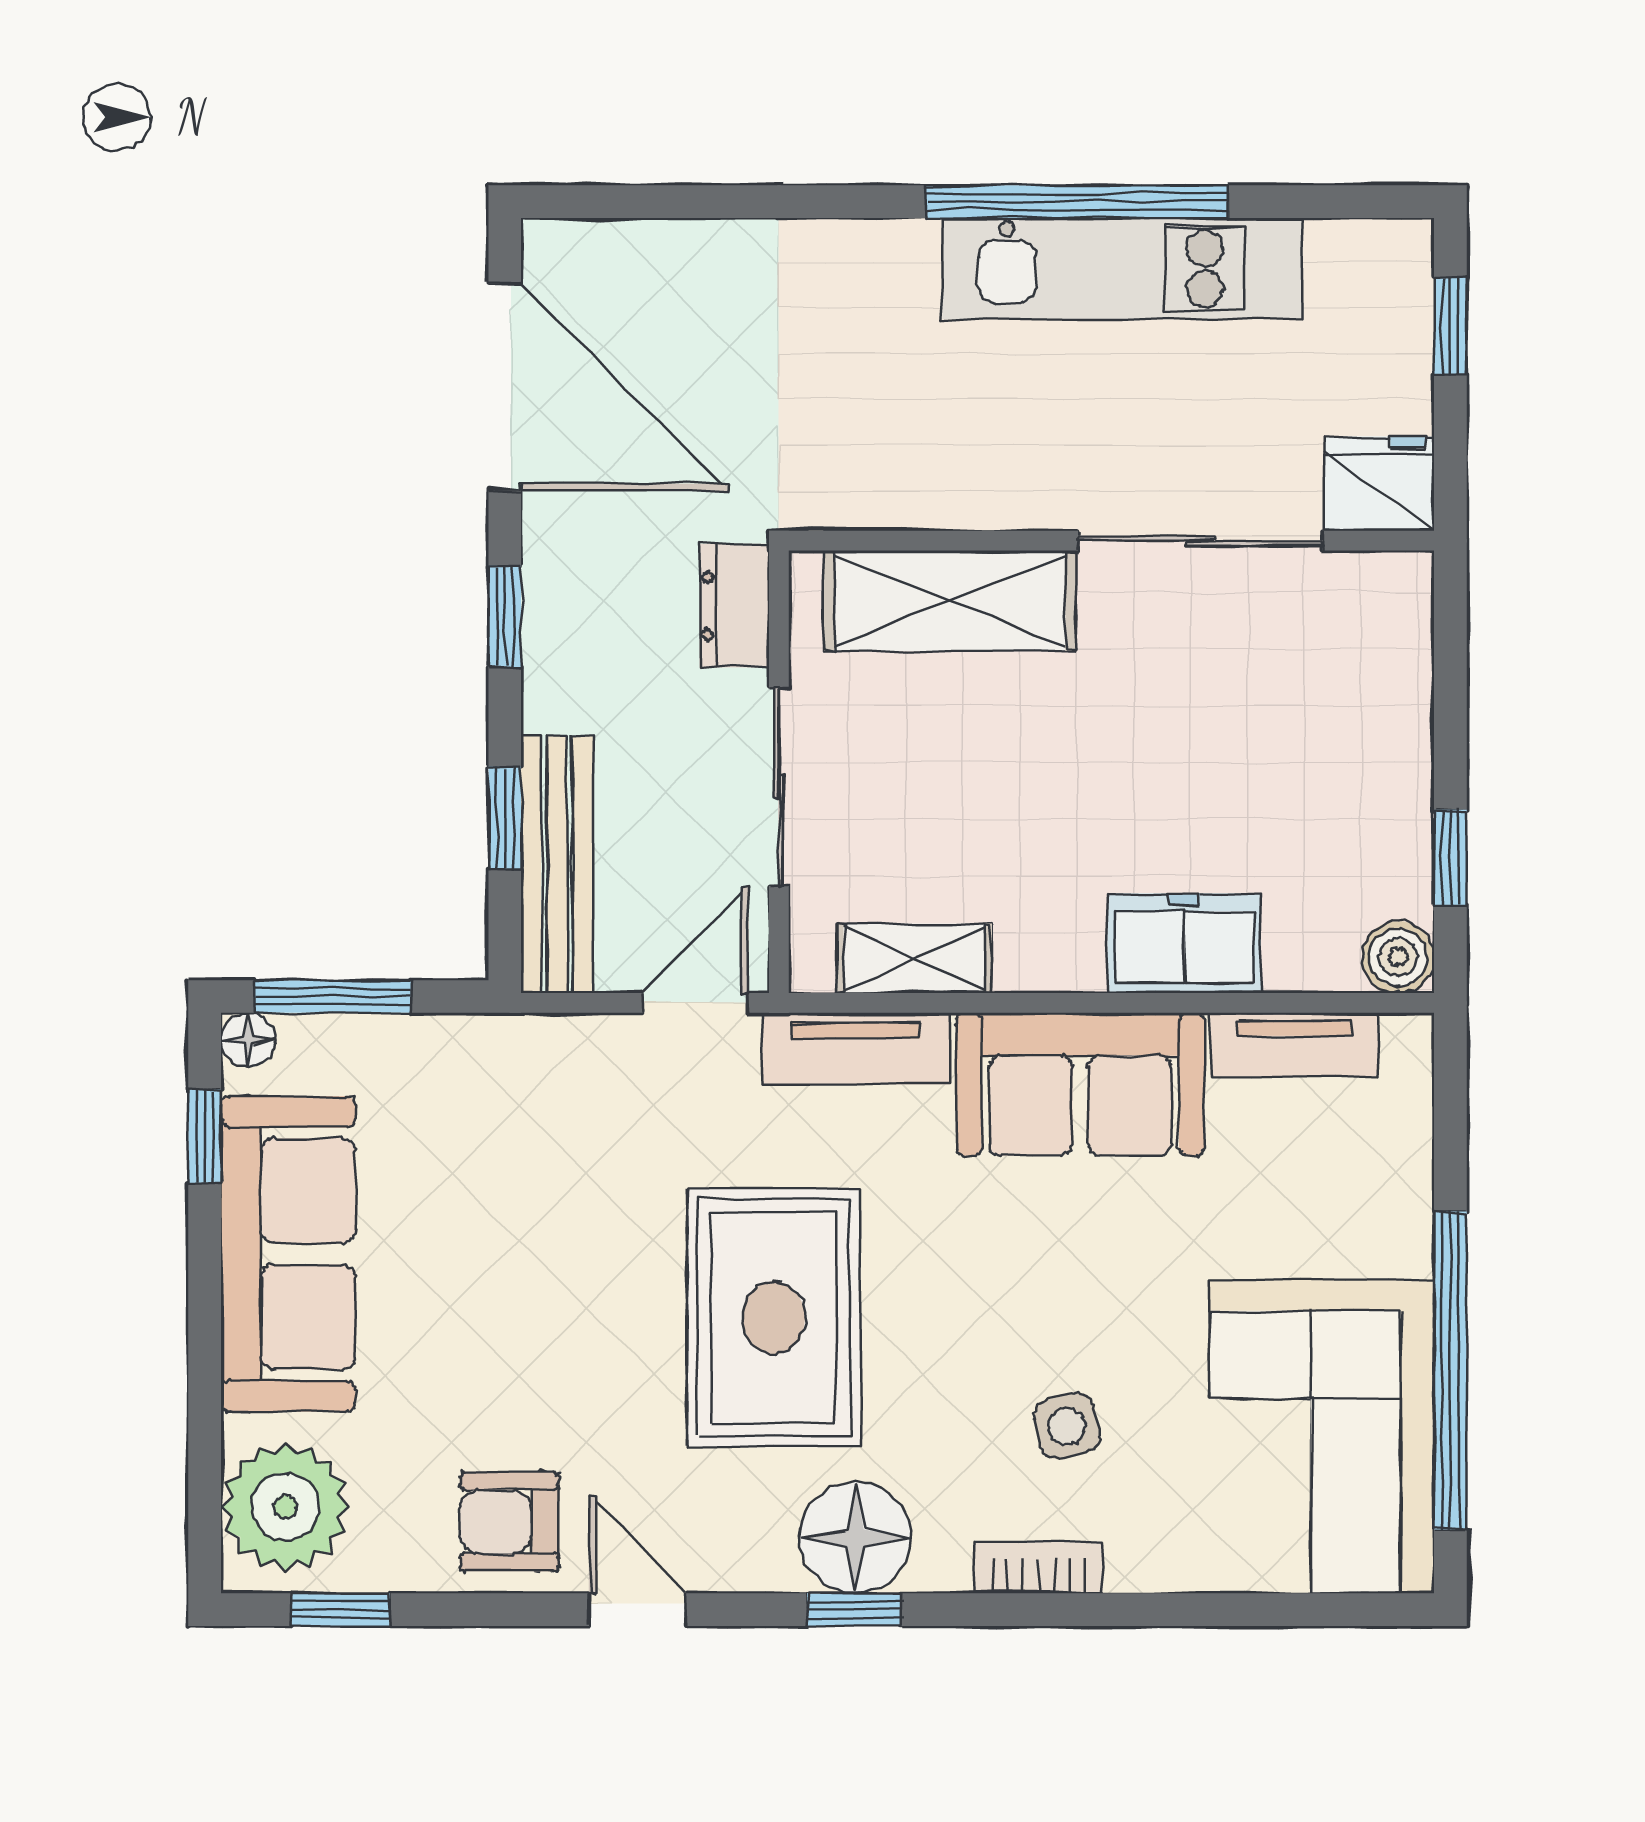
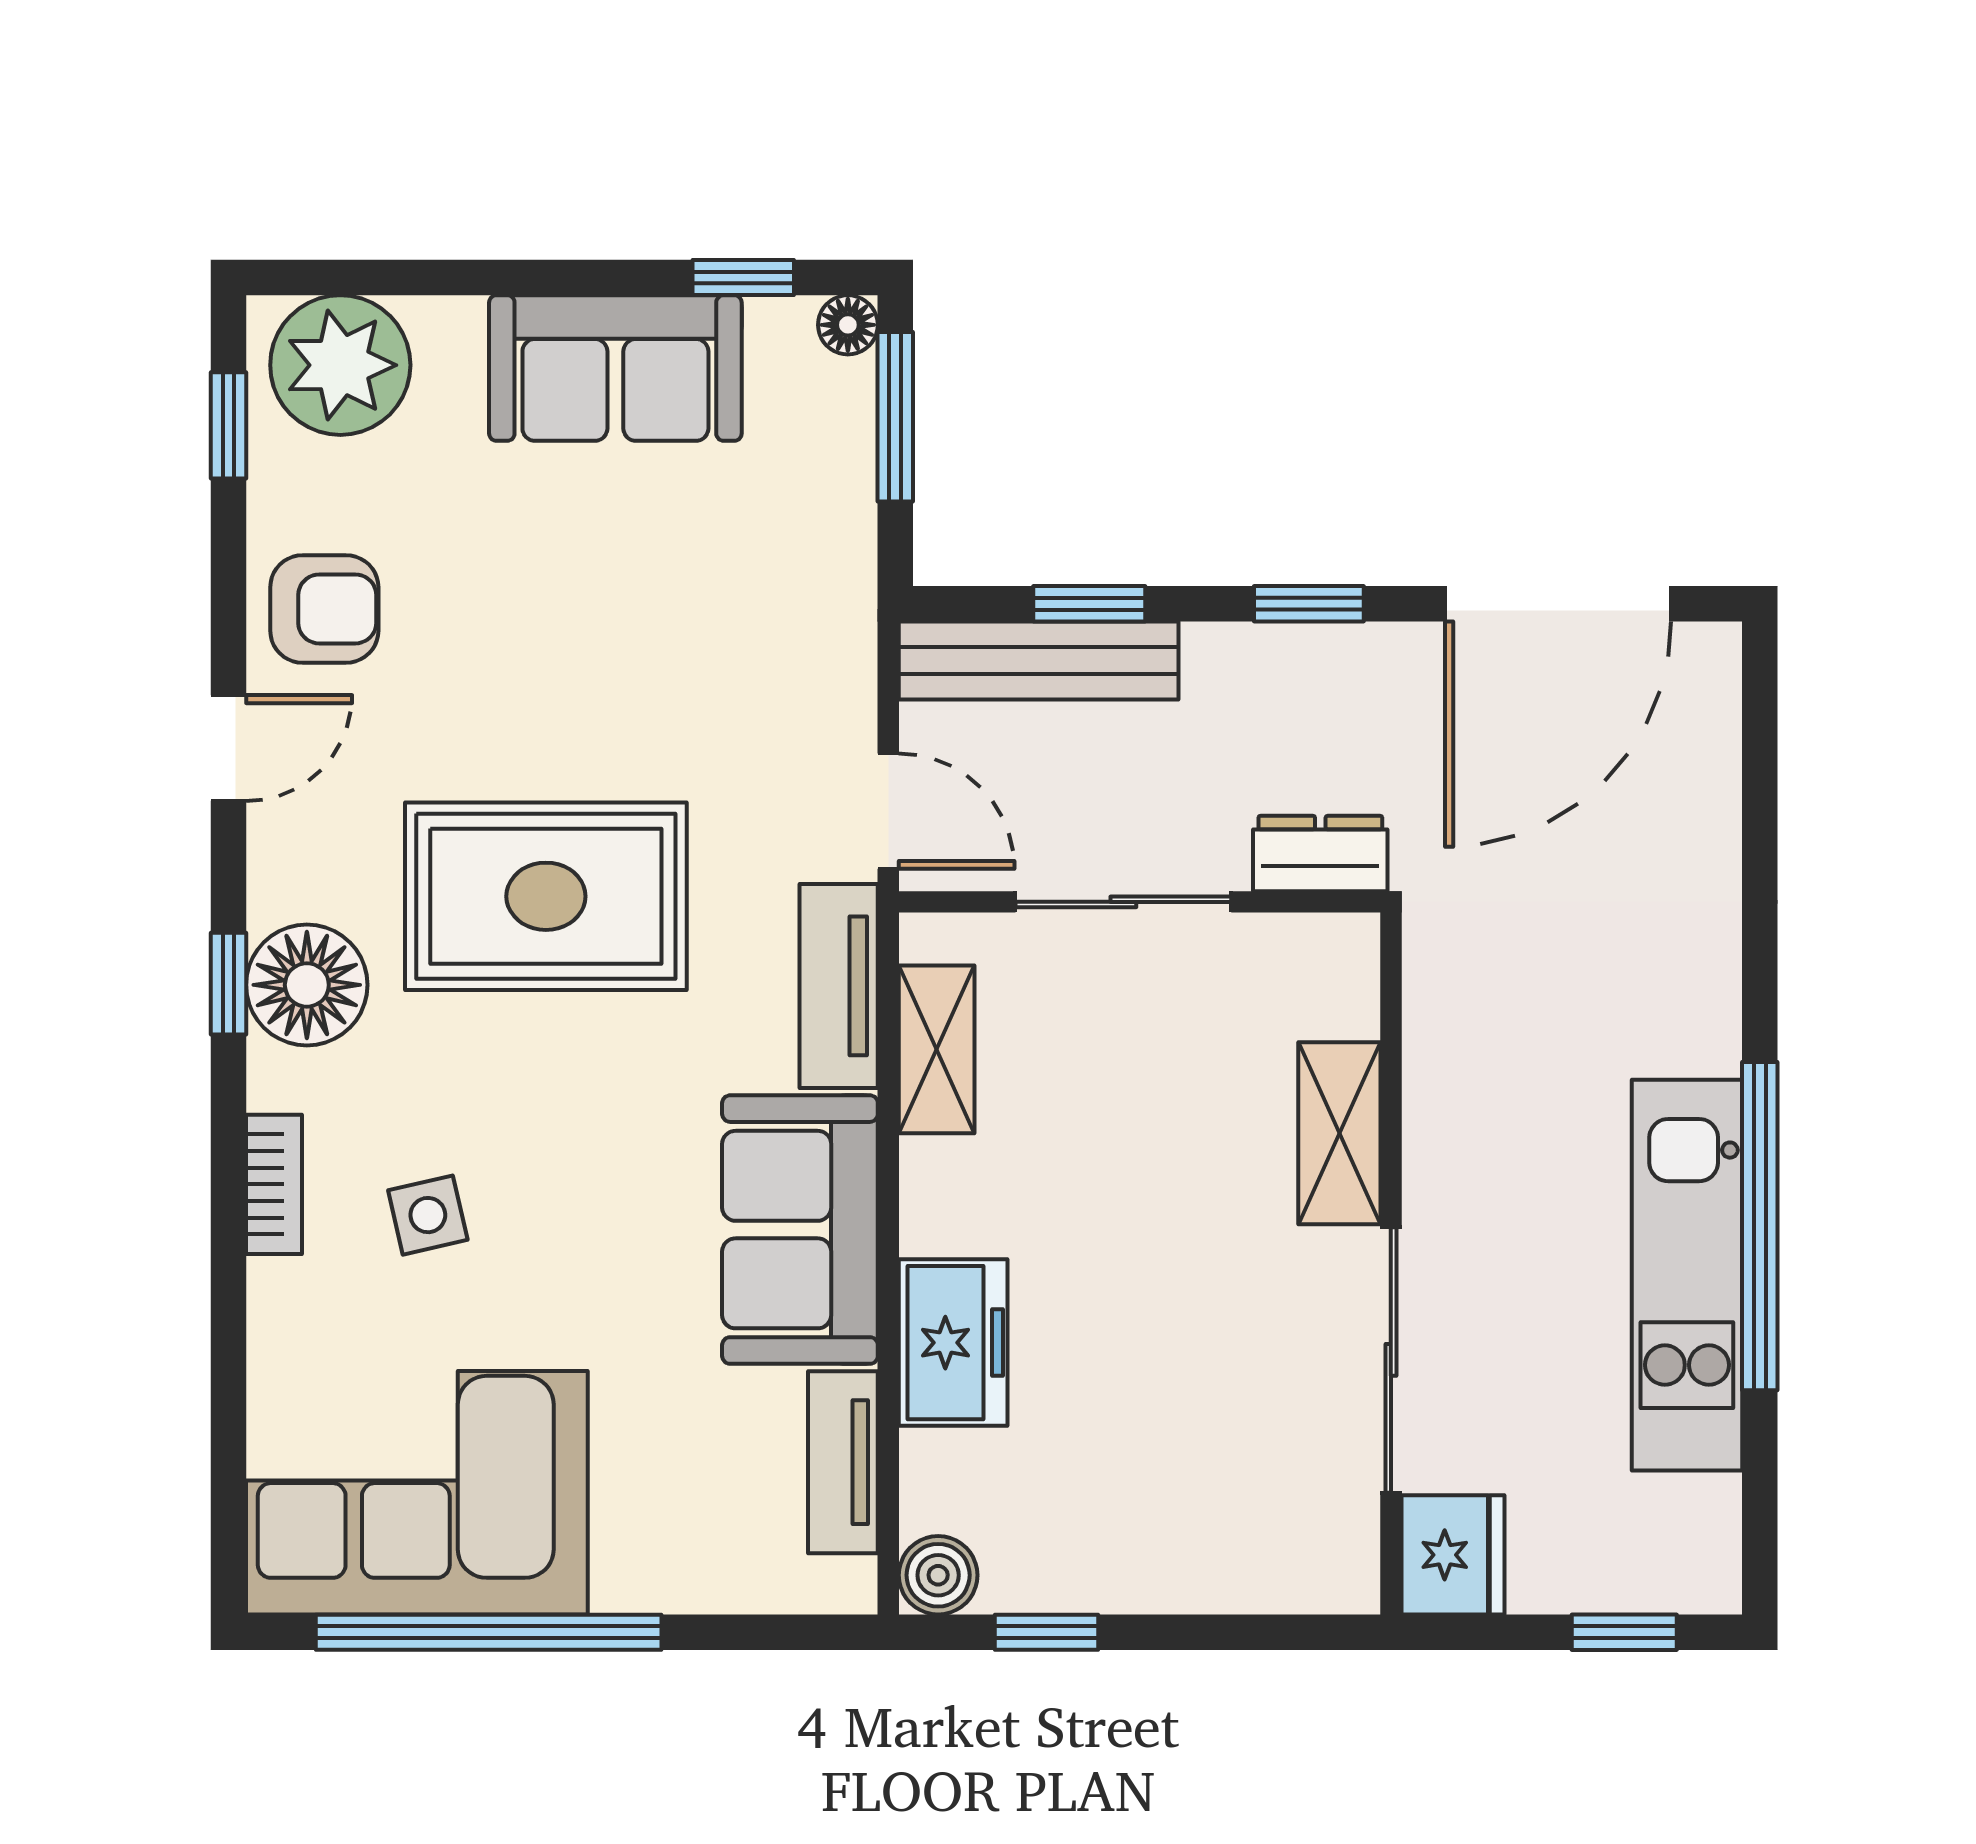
shelving: (950, 601) -> (1339, 1133), width x0.67, depth x0.75
sofa: (288, 1254) -> (615, 368), width x0.73
armchair: (510, 1522) -> (324, 609), turned 90

